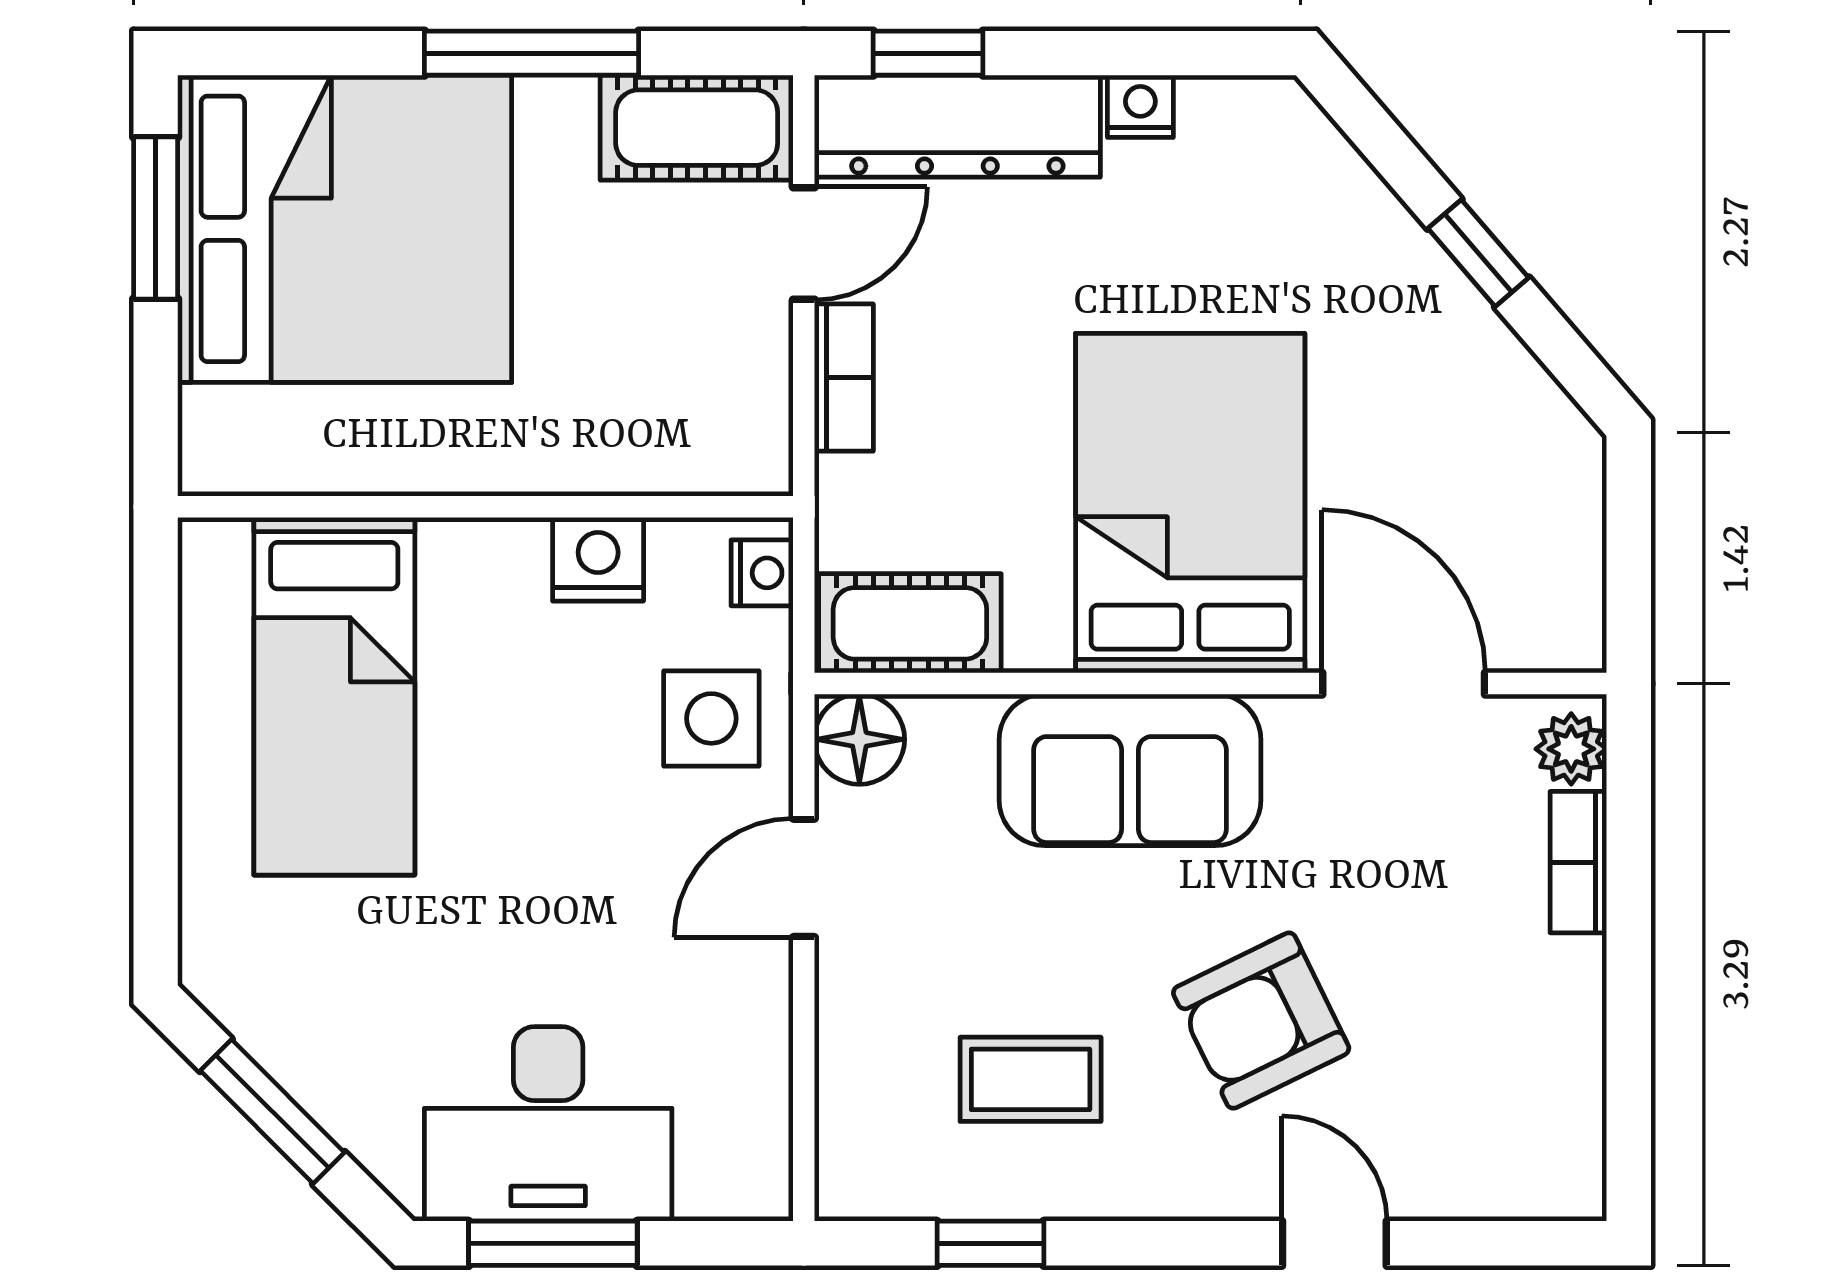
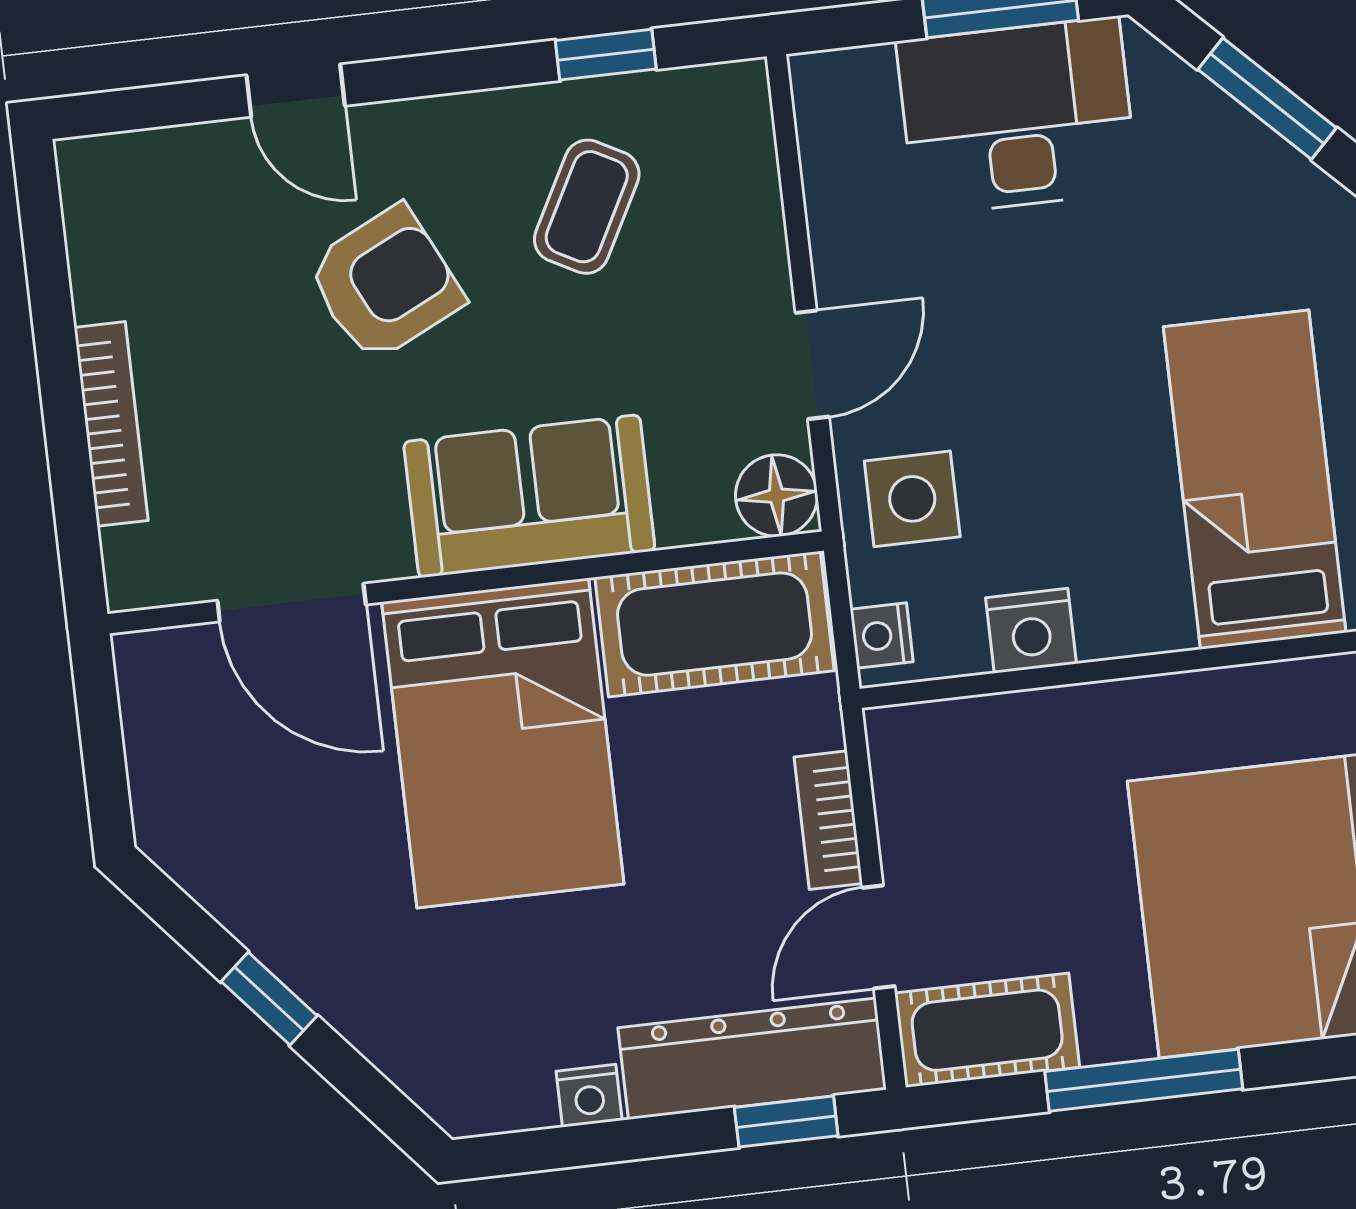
cot: (910, 623) -> (714, 624), width x1.37, depth x1.34
plant: (1571, 749) -> (134, 561), removed
bookcase: (1578, 862) -> (111, 424), width x1.56
coffee table: (1031, 1079) -> (587, 207), turned -62

